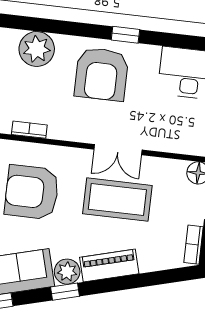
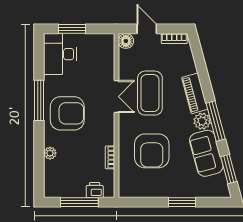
window: (125, 35) -> (39, 100), width x2.17
plant: (37, 49) -> (50, 153), width x0.53, depth x0.53
window: (65, 292) -> (216, 121), width x2.17

